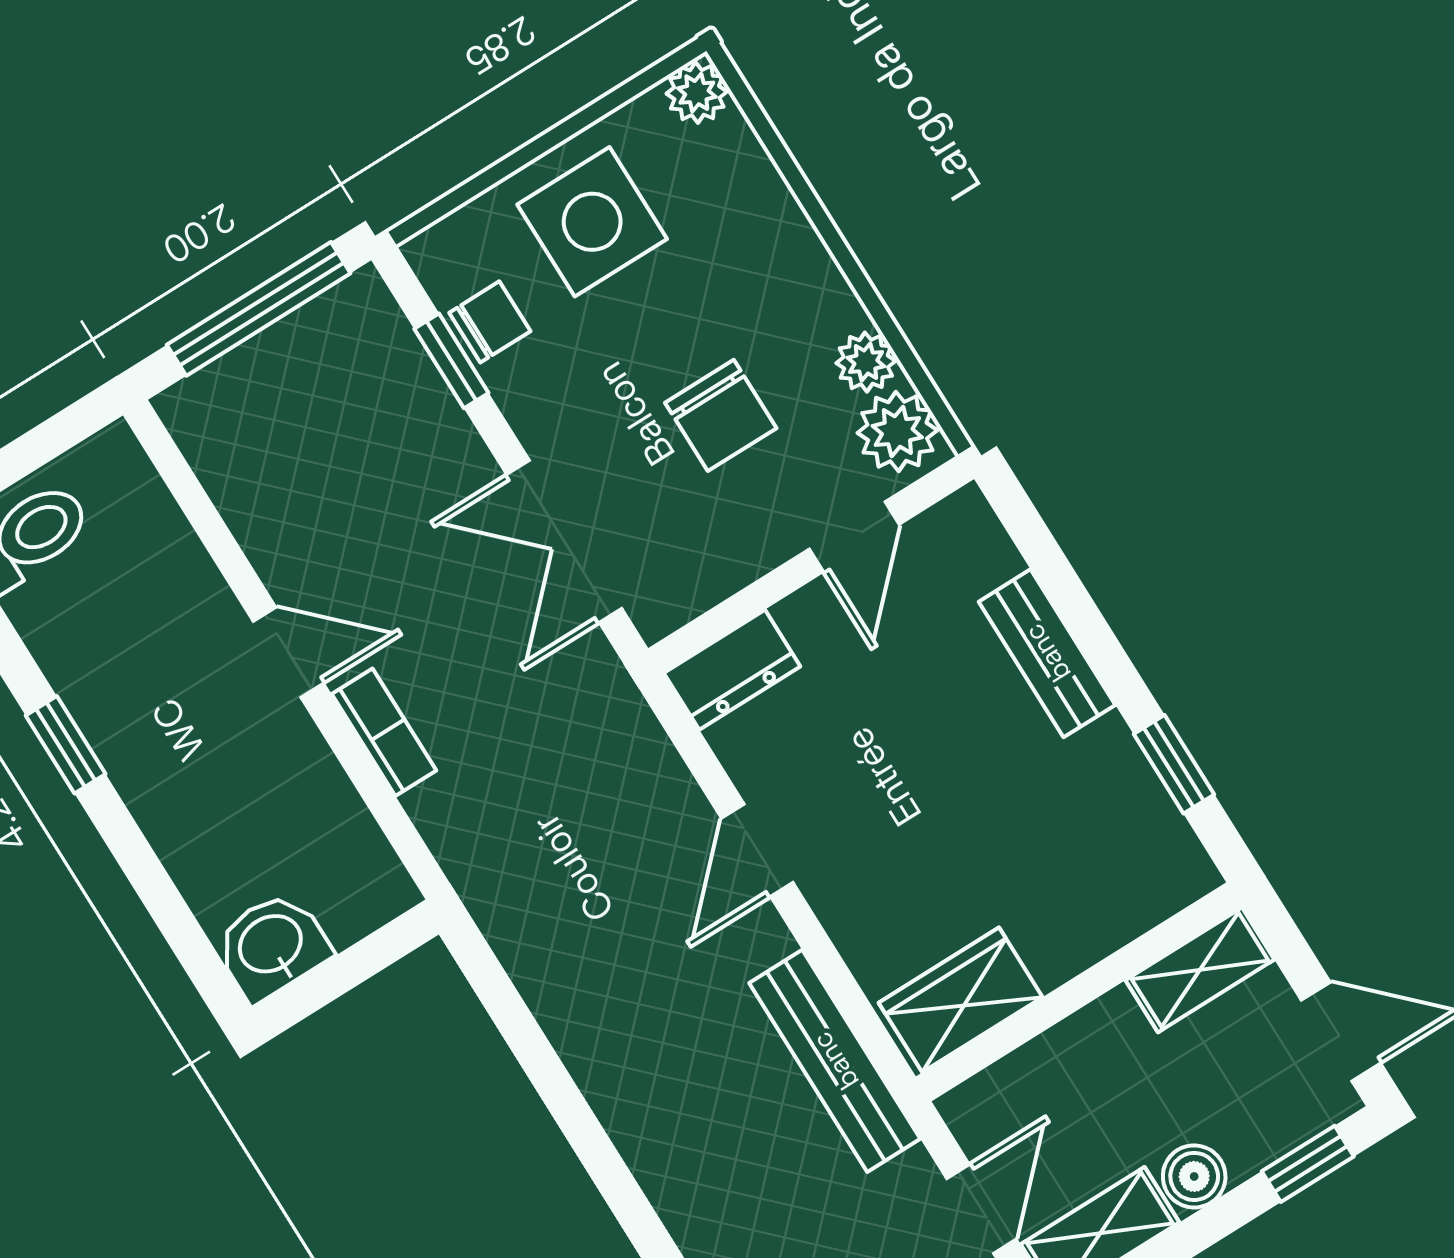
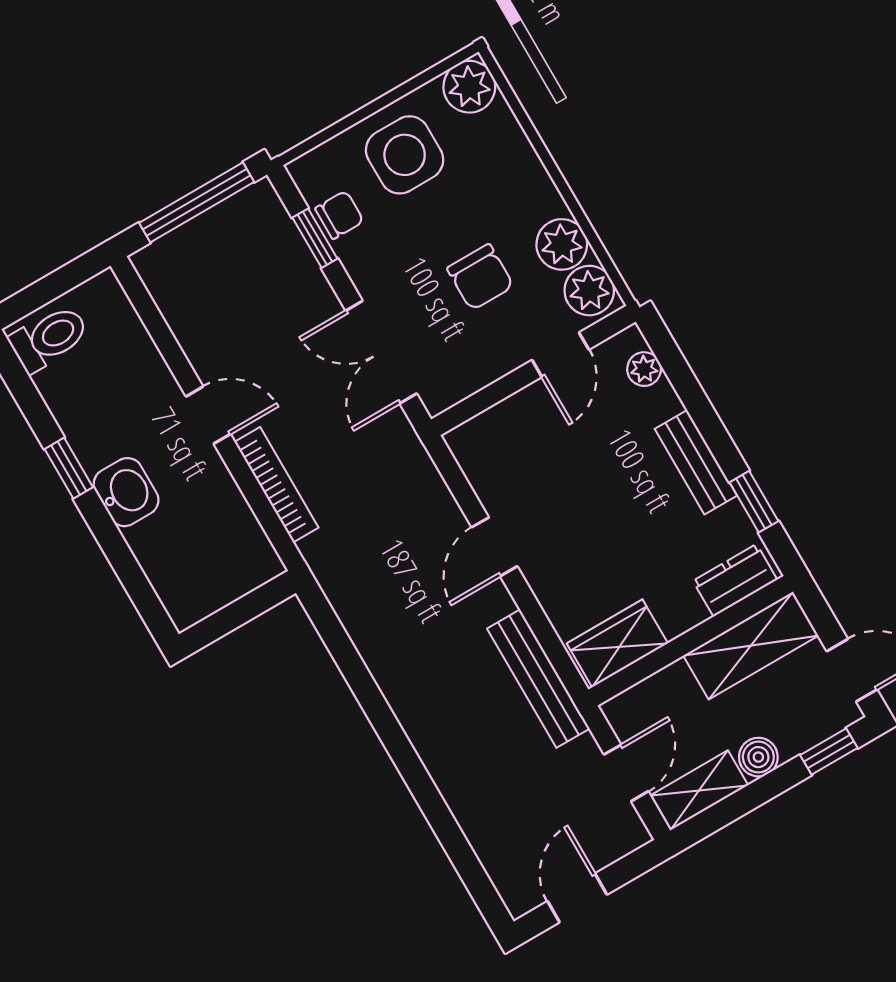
plant: (697, 93) -> (469, 87), width x1.38, depth x1.38
plant: (866, 362) -> (562, 244), width x1.38, depth x1.38
plant: (990, 556) -> (644, 369), added
bench: (1047, 653) -> (696, 462), moved
dresser: (732, 670) -> (735, 580), moved, turned 180
bookcase: (384, 732) -> (276, 485), width x1.56
washbasin: (272, 946) -> (126, 492), moved, turned 90
shelving: (1200, 970) -> (751, 646), width x1.50, depth x1.33

